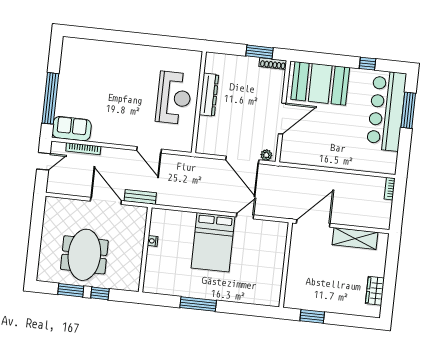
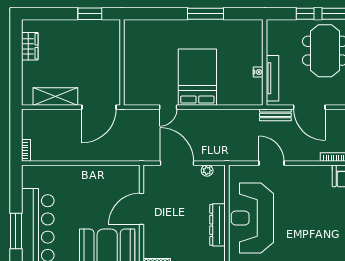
reception desk: (174, 98) -> (252, 218), width x1.36, depth x1.30
plant: (266, 155) -> (207, 171), moved
tv unit: (139, 233) -> (272, 78), added

